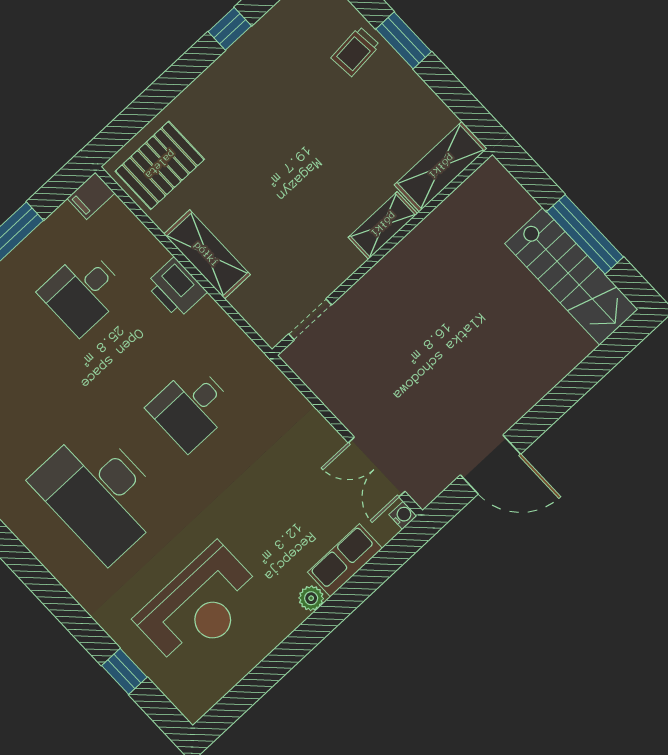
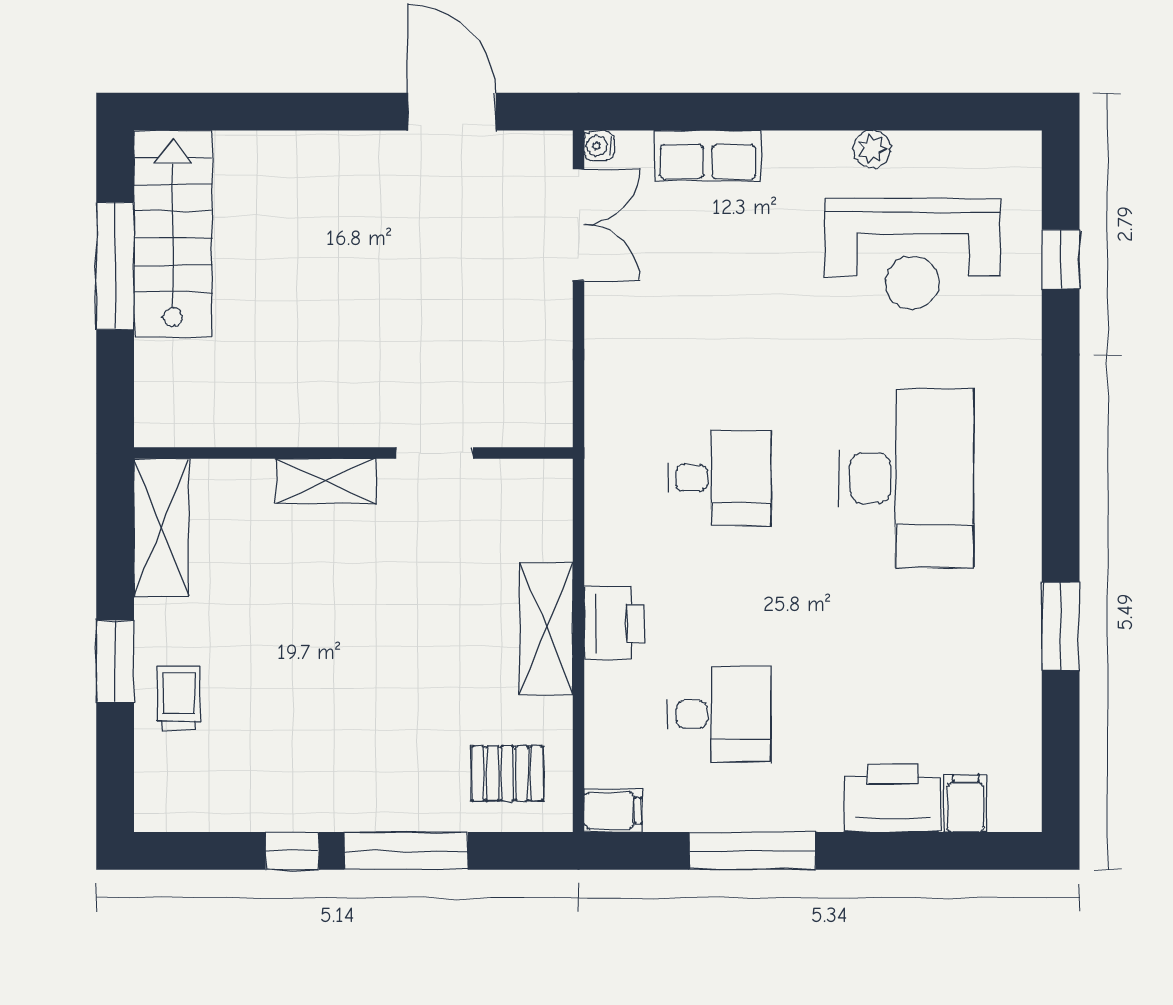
trolley: (355, 51) -> (179, 698), turned -85
window: (174, 81) -> (406, 851), added
pallet: (160, 165) -> (507, 773), width x0.67, depth x0.71
shelving: (441, 167) -> (161, 528), moved, turned 90
doorway: (310, 319) -> (435, 453), moved
plant: (311, 598) -> (872, 149), moved
reception desk: (200, 606) -> (912, 254), turned 180

